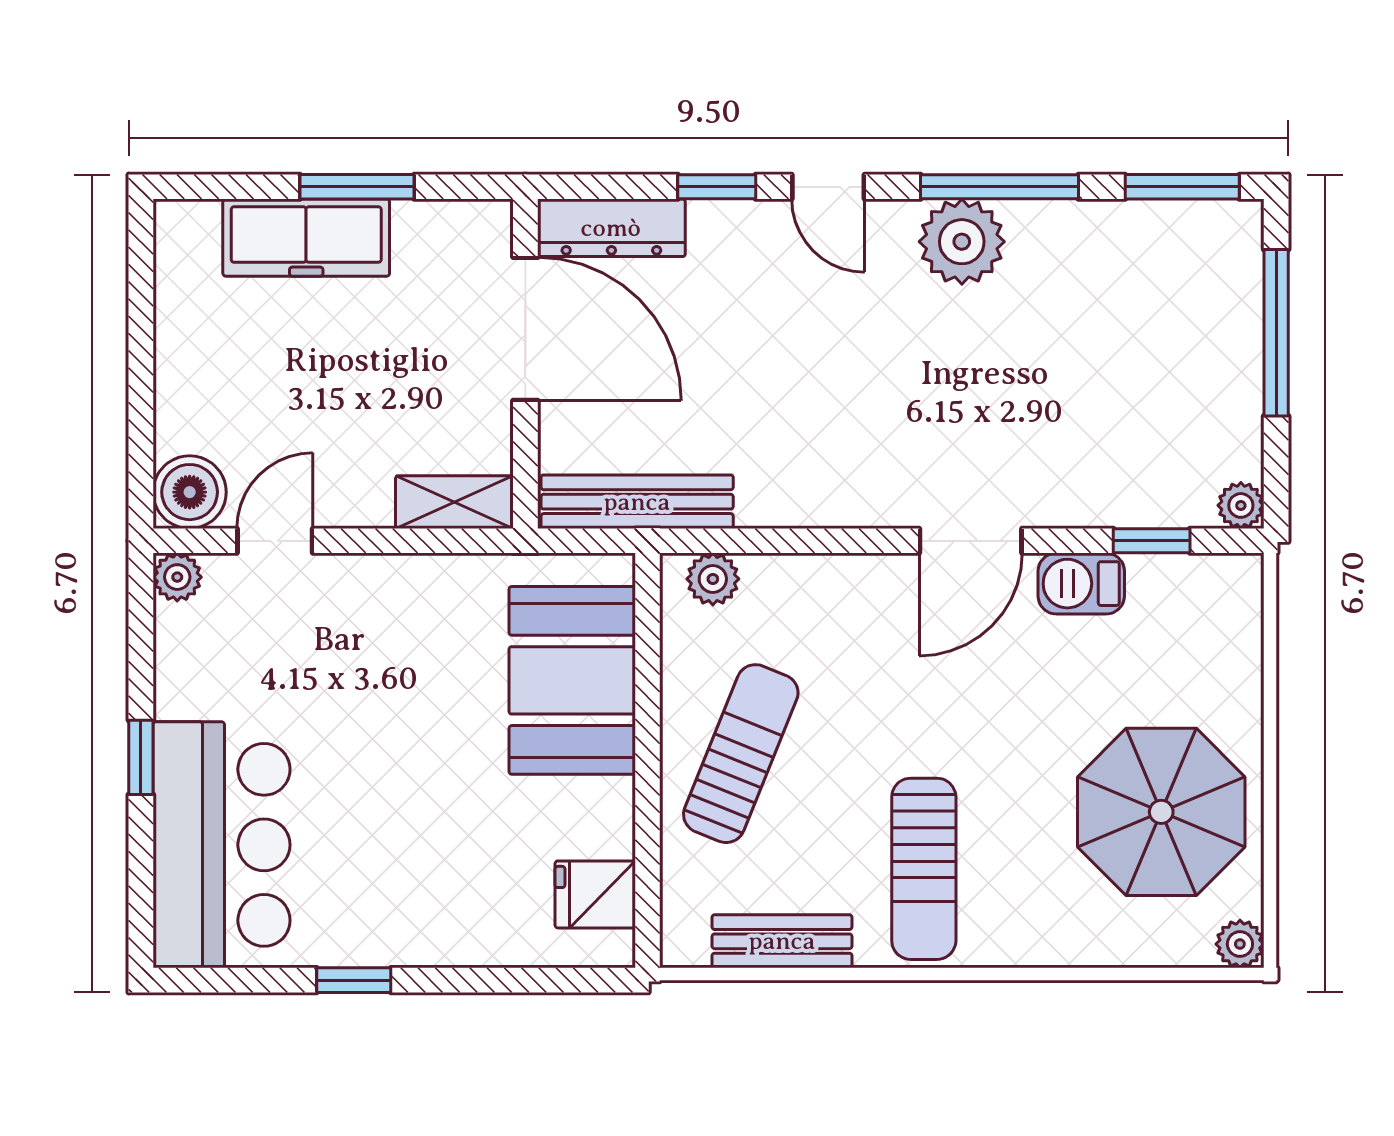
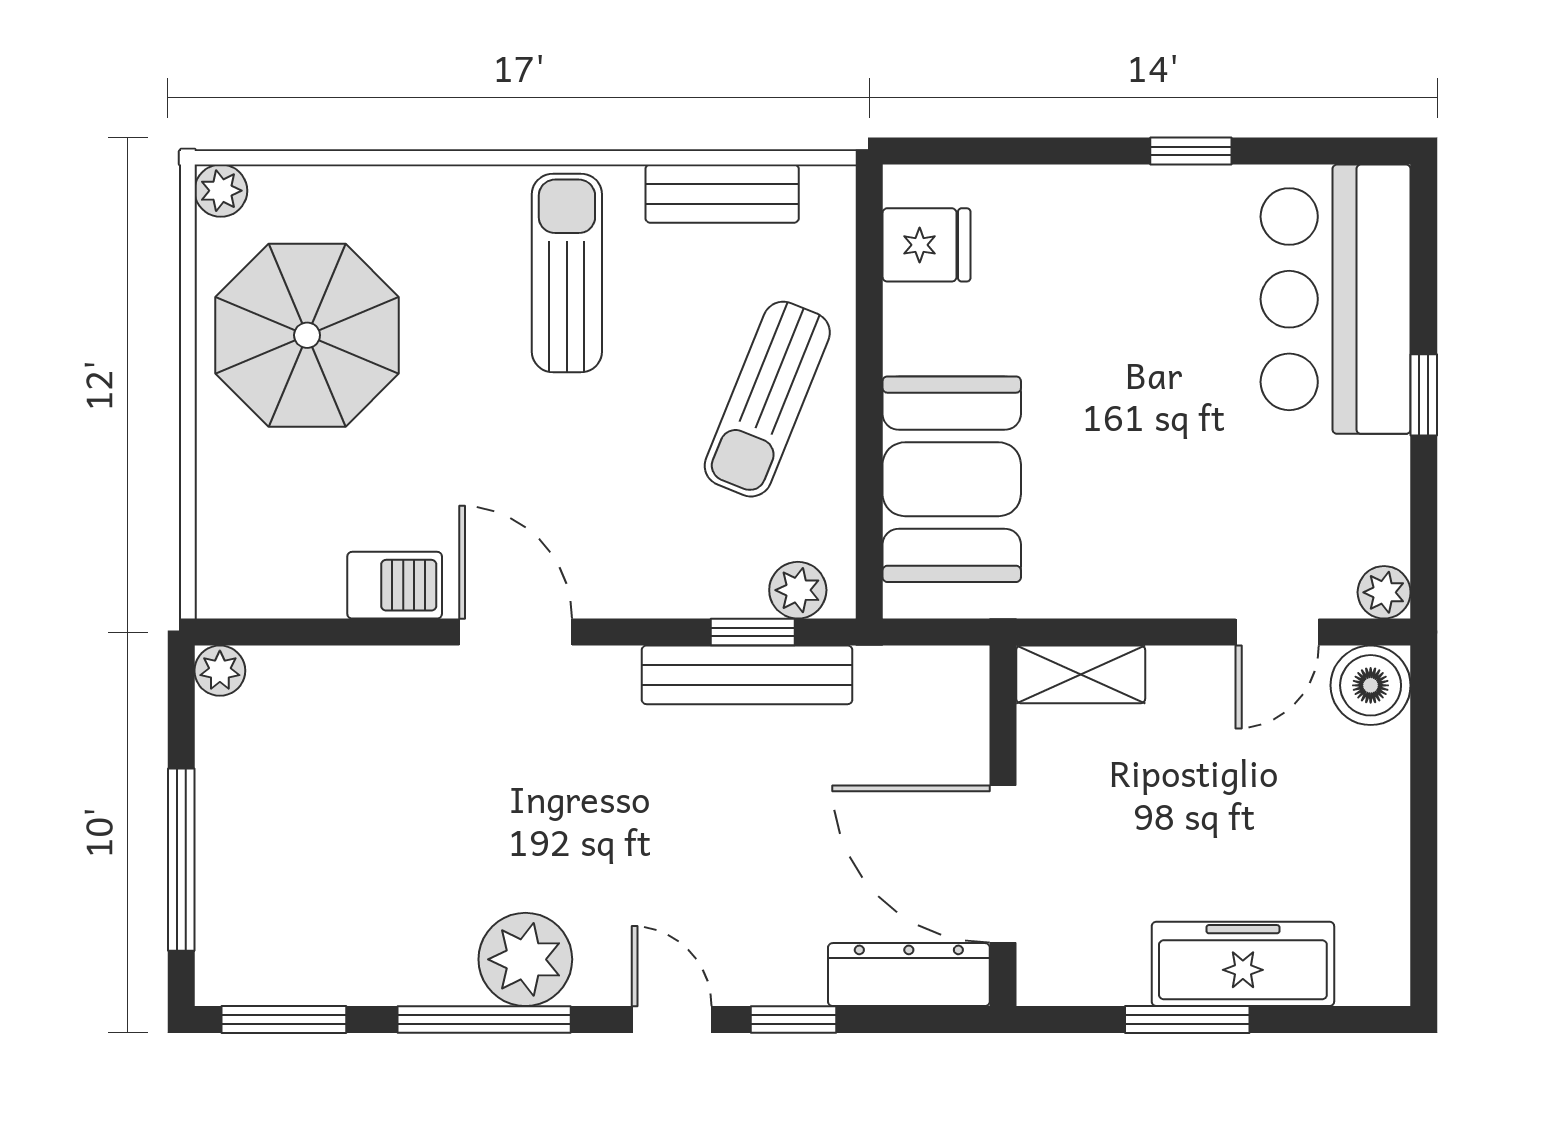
bench: (637, 502) -> (747, 675), moved
door: (971, 541) -> (516, 632), hinge flipped
window: (1152, 541) -> (753, 632), moved

